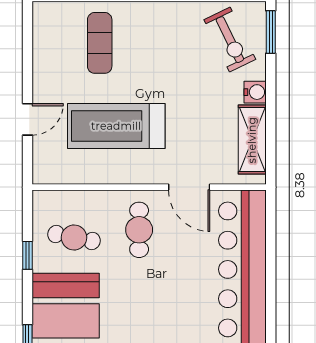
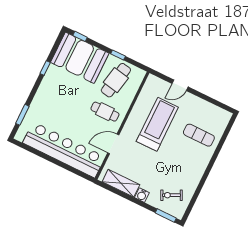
exercise bike: (230, 40) -> (171, 195), width x0.73, depth x0.72
door: (27, 119) -> (180, 85), hinge flipped
cafe table: (74, 238) -> (116, 80), width x1.37, depth x1.35

